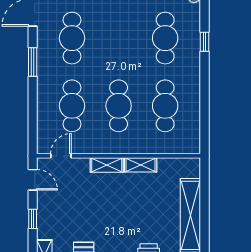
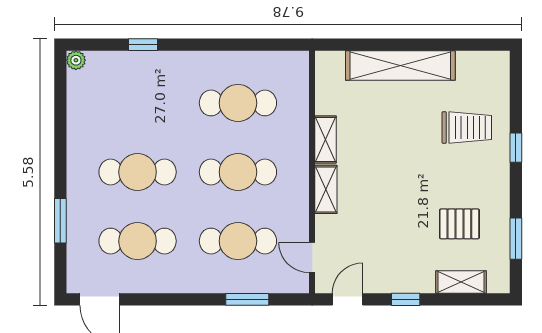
cafe table: (165, 38) -> (138, 172), moved
window: (33, 62) -> (247, 299), moved

